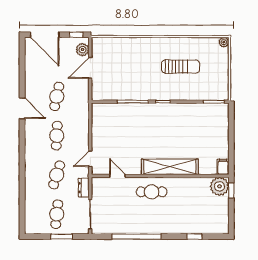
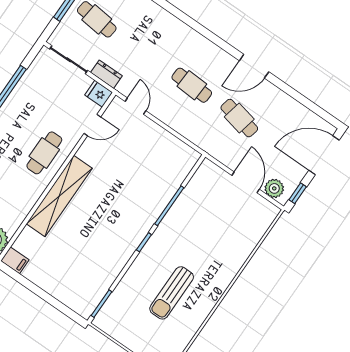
cafe table: (57, 175) -> (144, 52), removed
fridge: (98, 184) -> (99, 94), added

